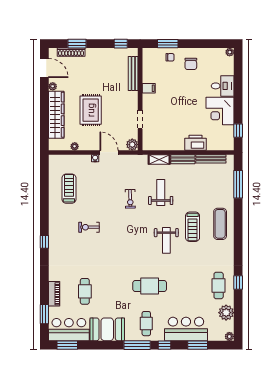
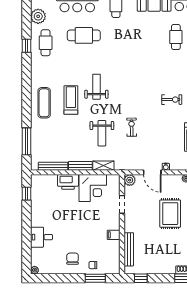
corner desk: (220, 111) -> (93, 188), moved, turned 90
cafe table: (150, 286) -> (84, 35), moved

